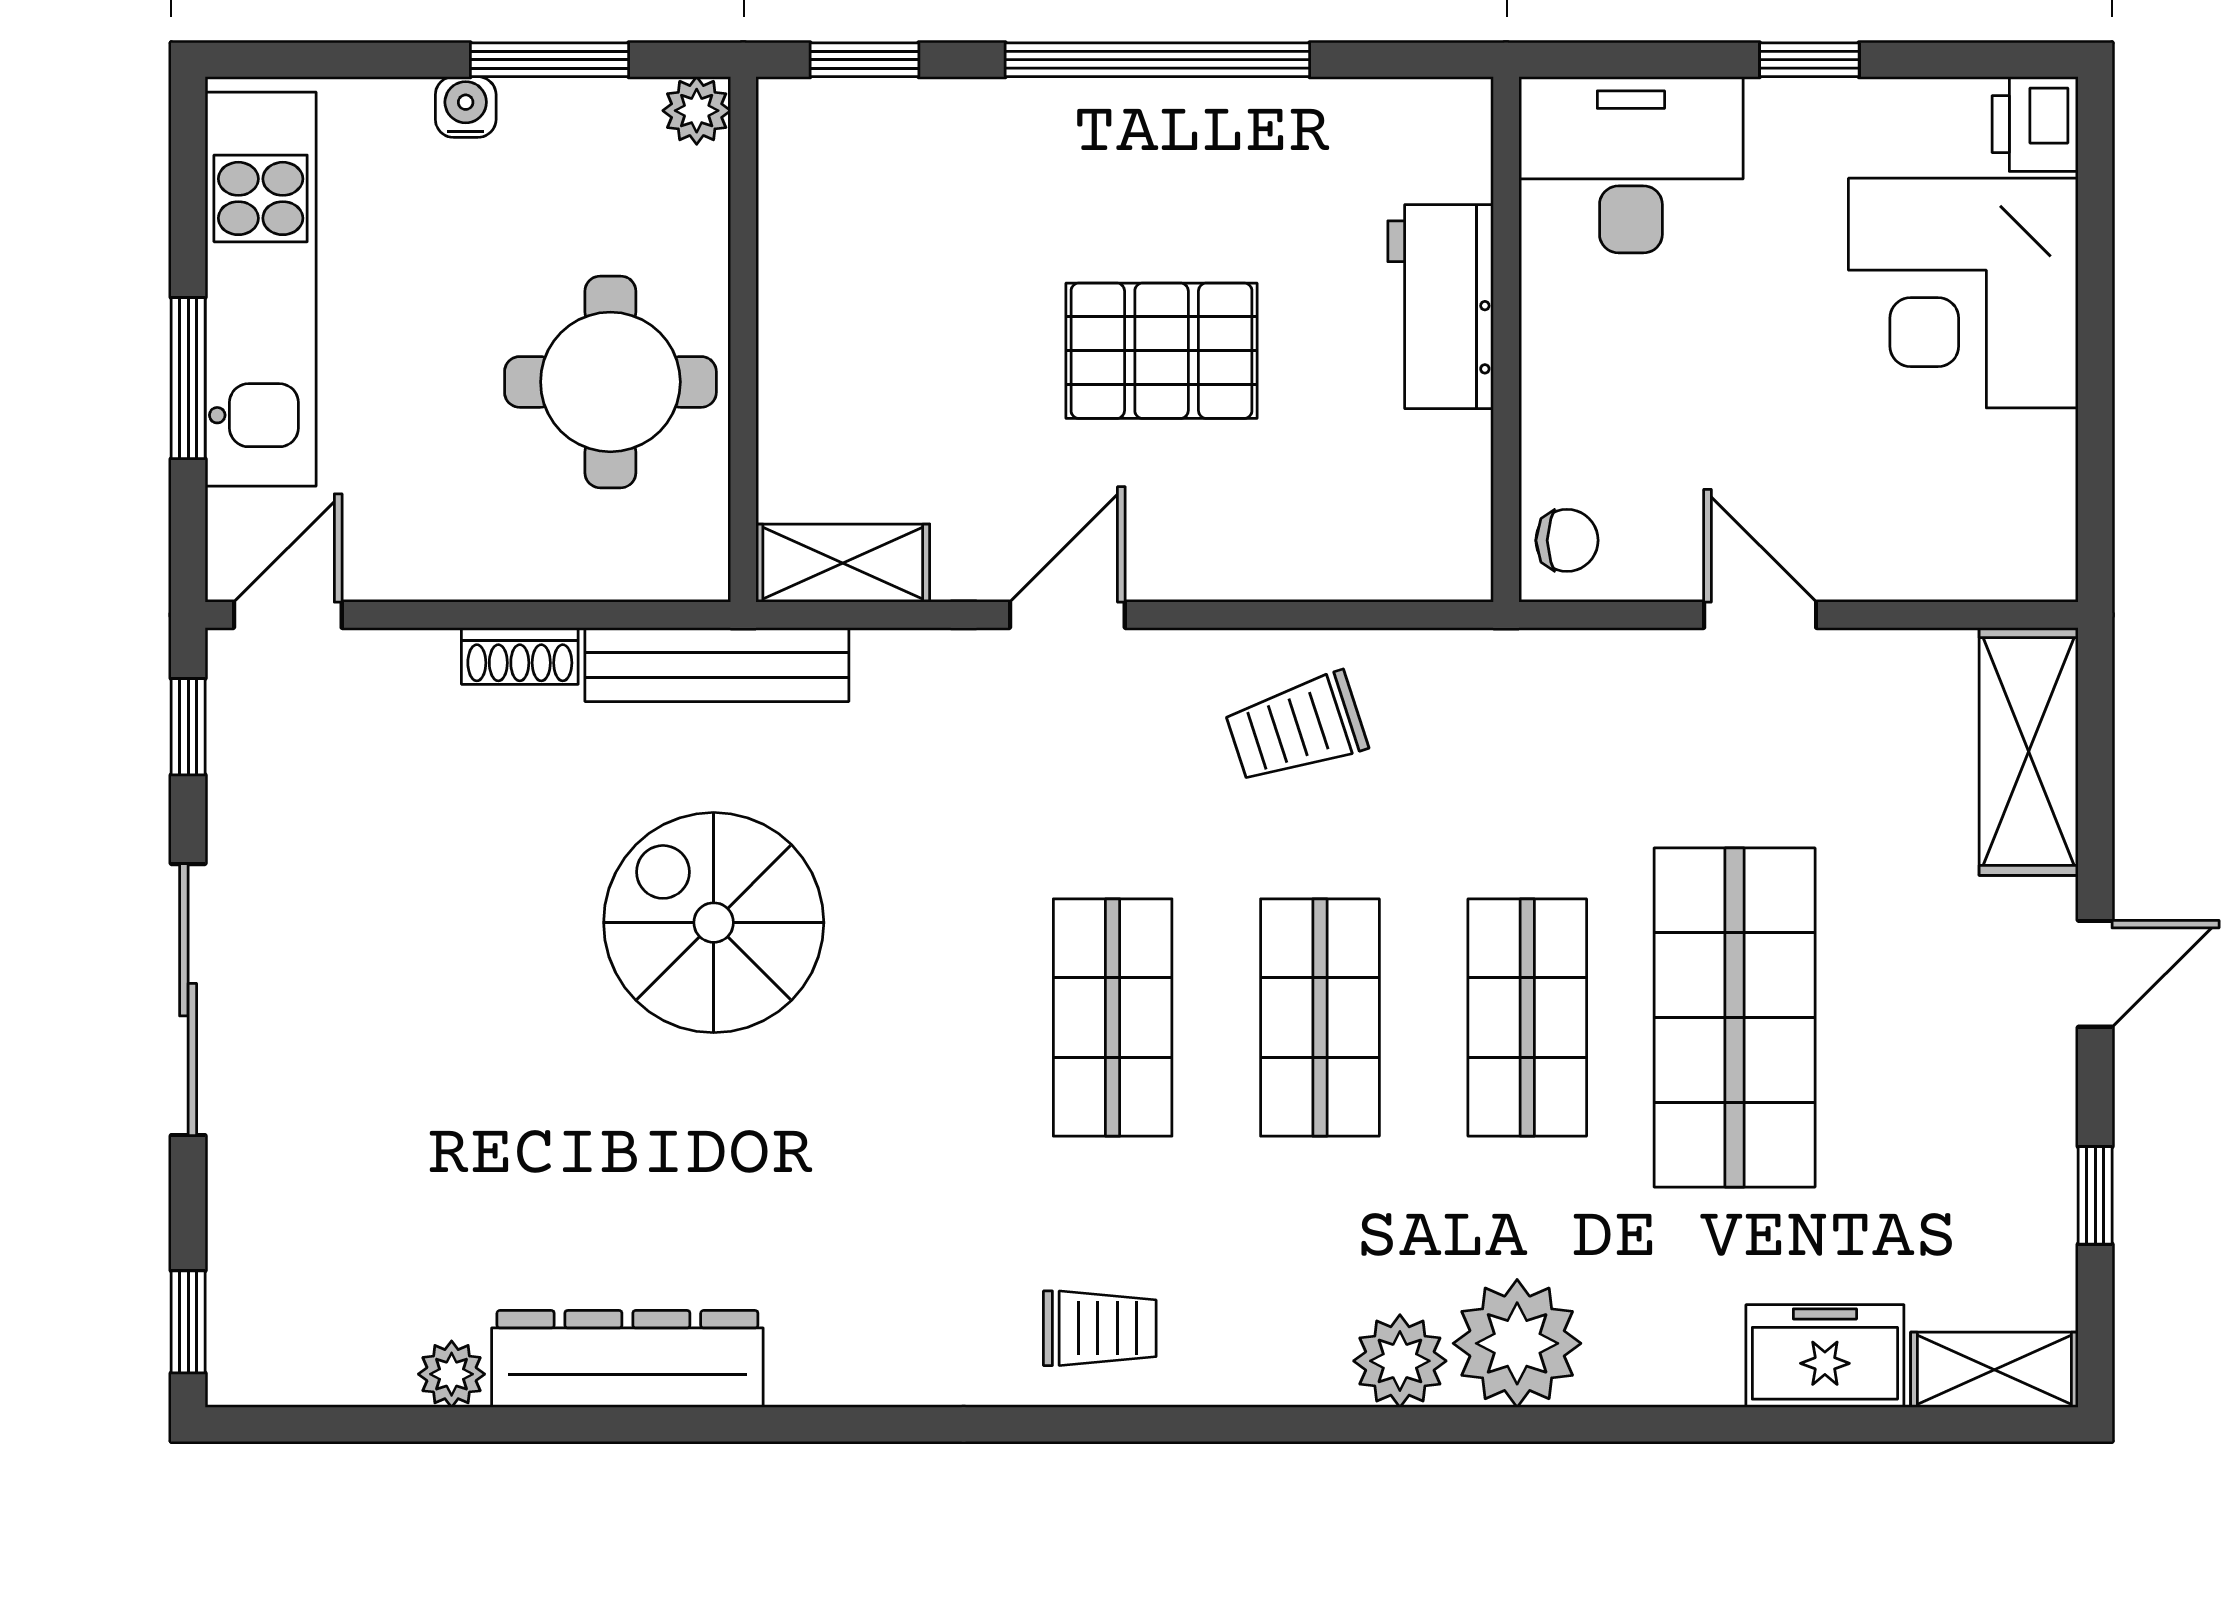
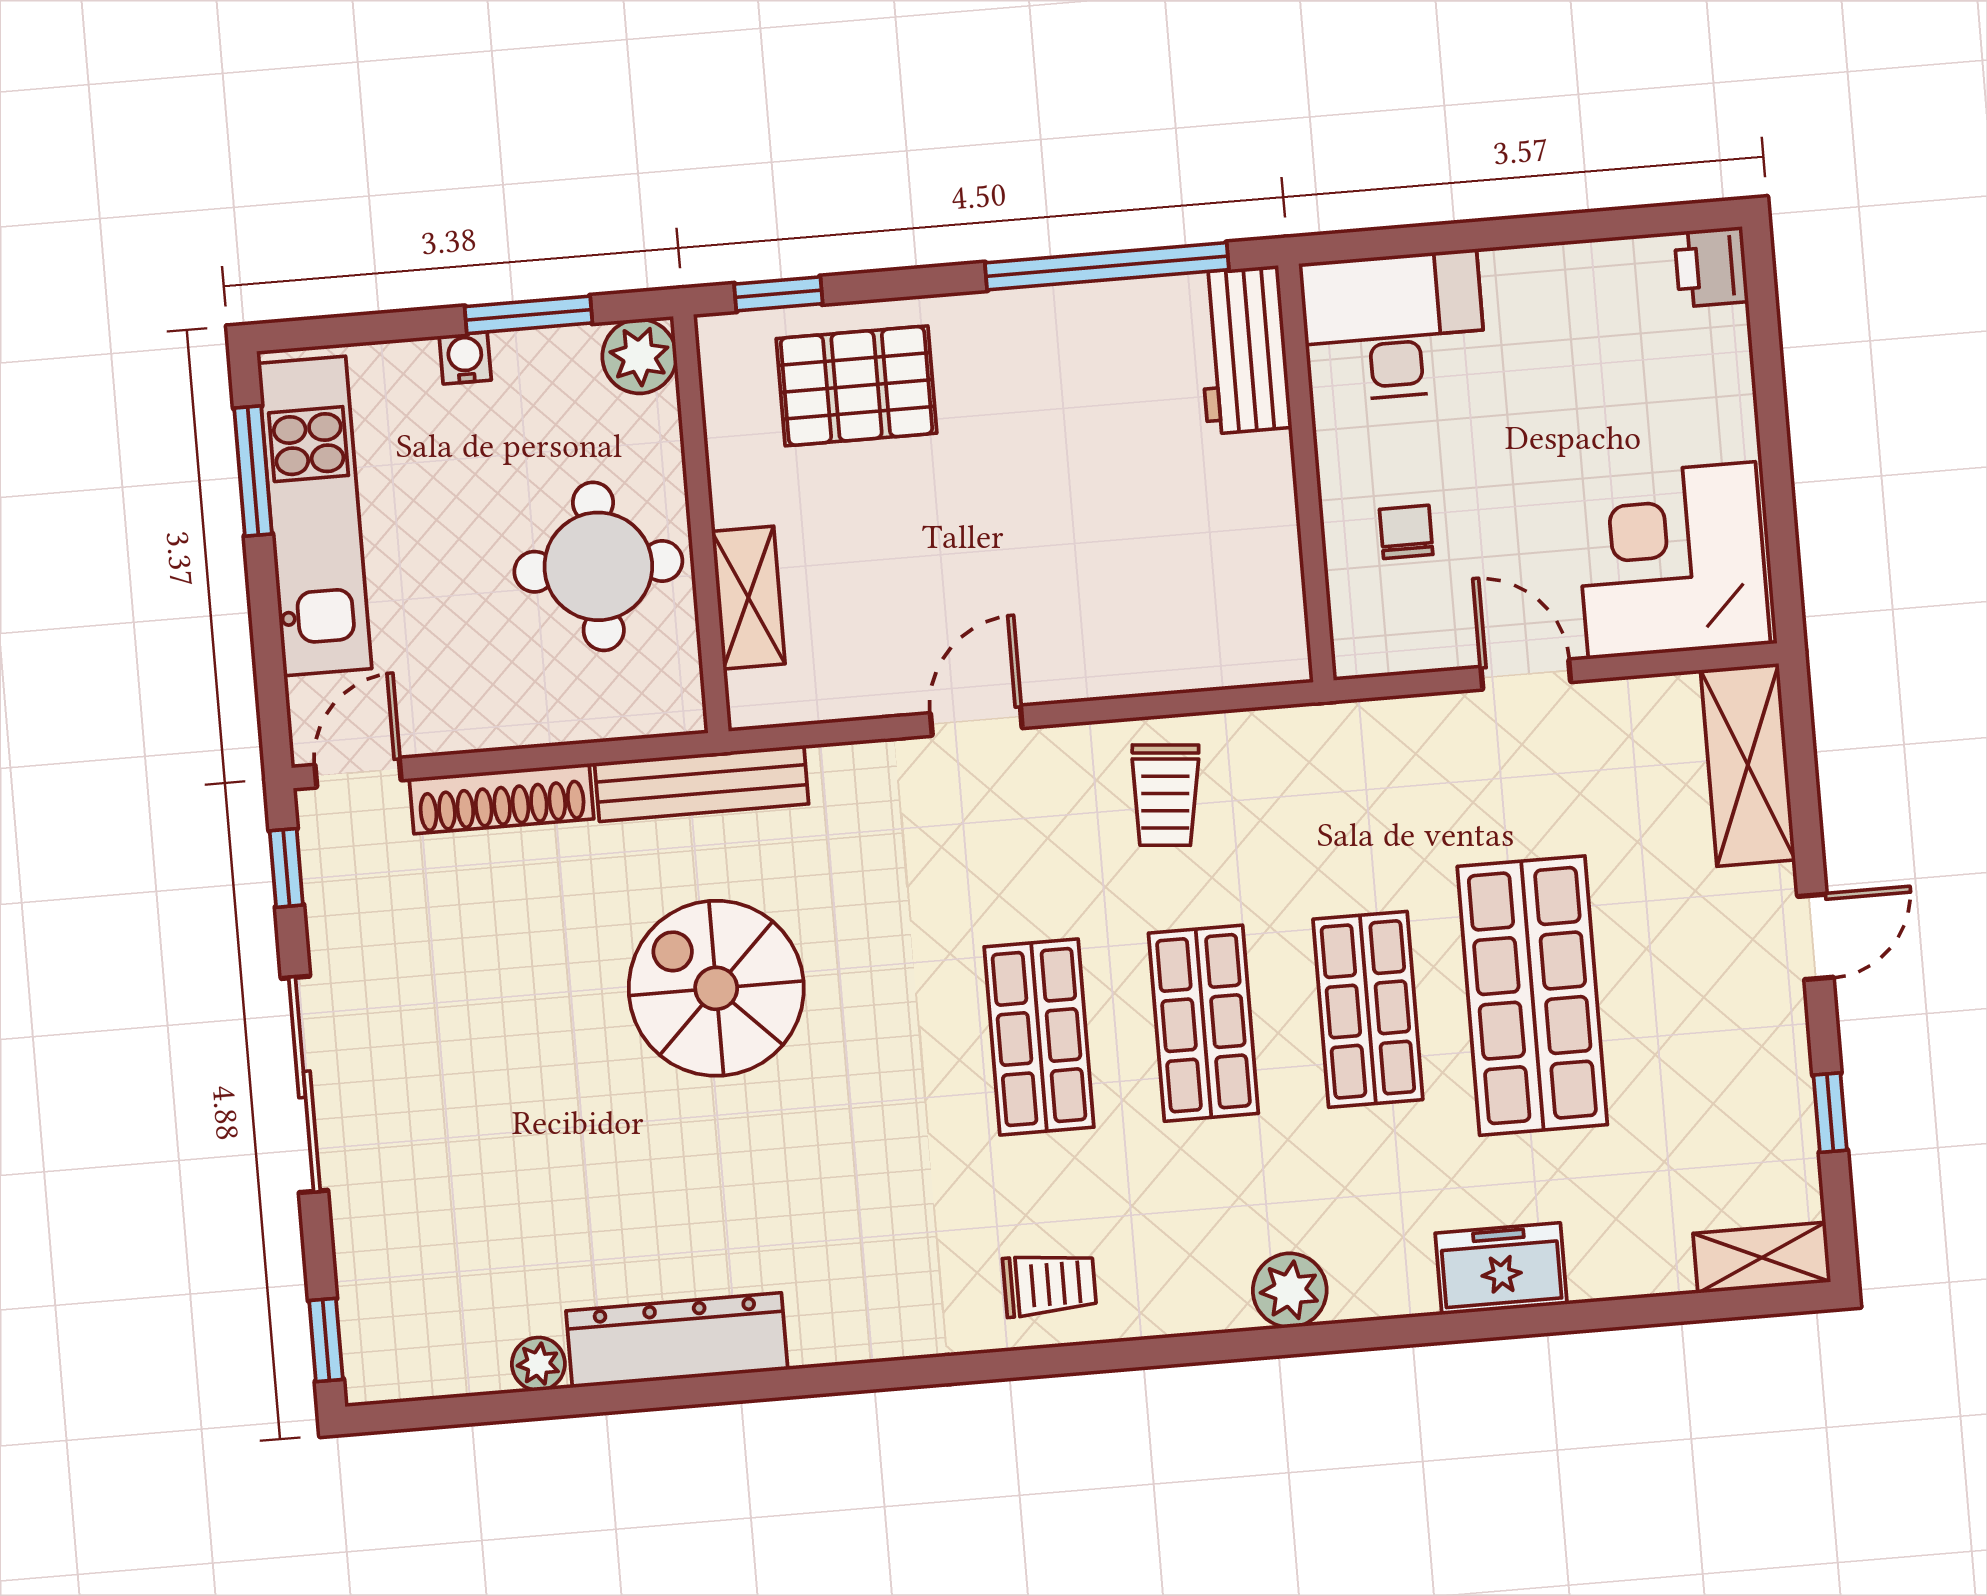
window: (1157, 60) -> (1107, 266), moved
window: (1809, 60) -> (1528, 231), removed
plant: (697, 111) -> (639, 356), width x1.38, depth x1.38
corner desk: (1963, 293) -> (1672, 560), moved, turned 90
workbench: (1441, 307) -> (1243, 350), moved
pallet: (1162, 351) -> (857, 386), moved
window: (188, 378) -> (253, 471), moved
chair: (1567, 540) -> (1406, 532), moved, turned -90
shelving: (843, 563) -> (748, 598), moved, turned 90
shoe rack: (520, 656) -> (502, 799), width x1.94, depth x1.24
trolley: (1296, 728) -> (1165, 795), turned -67
plant: (1517, 1343) -> (1382, 1269), removed
freezer: (1825, 1356) -> (1501, 1269), moved

